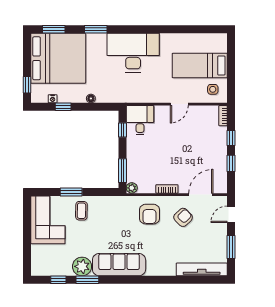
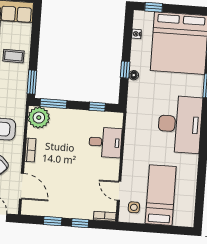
door: (179, 104) -> (119, 191), moved
window: (63, 107) -> (125, 70), moved
desk: (140, 120) -> (105, 142), moved
plant: (132, 188) -> (39, 118), width x1.88, depth x1.88
window: (71, 192) -> (32, 82), moved

